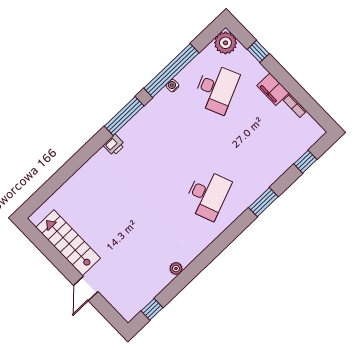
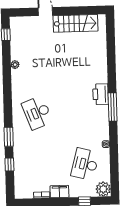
window: (171, 70) -> (114, 150), removed
desk: (216, 89) -> (85, 164), turned 39
printer: (114, 145) -> (101, 94), width x1.87, depth x1.48
window: (305, 162) -> (9, 164), moved

